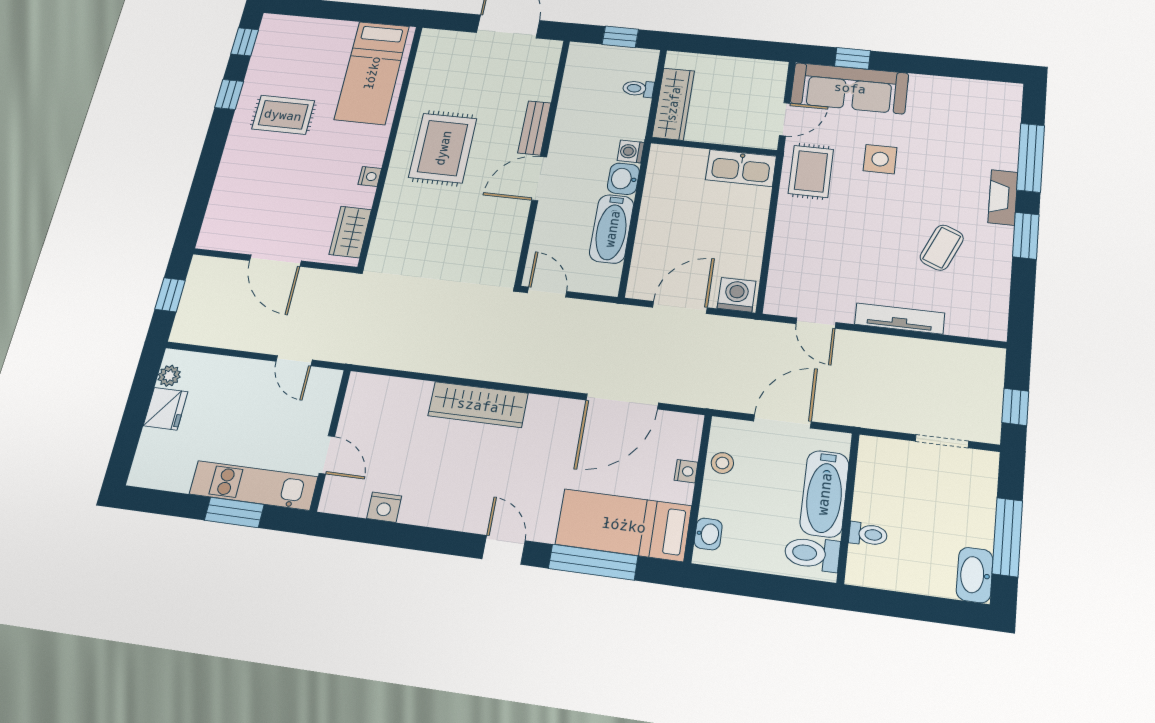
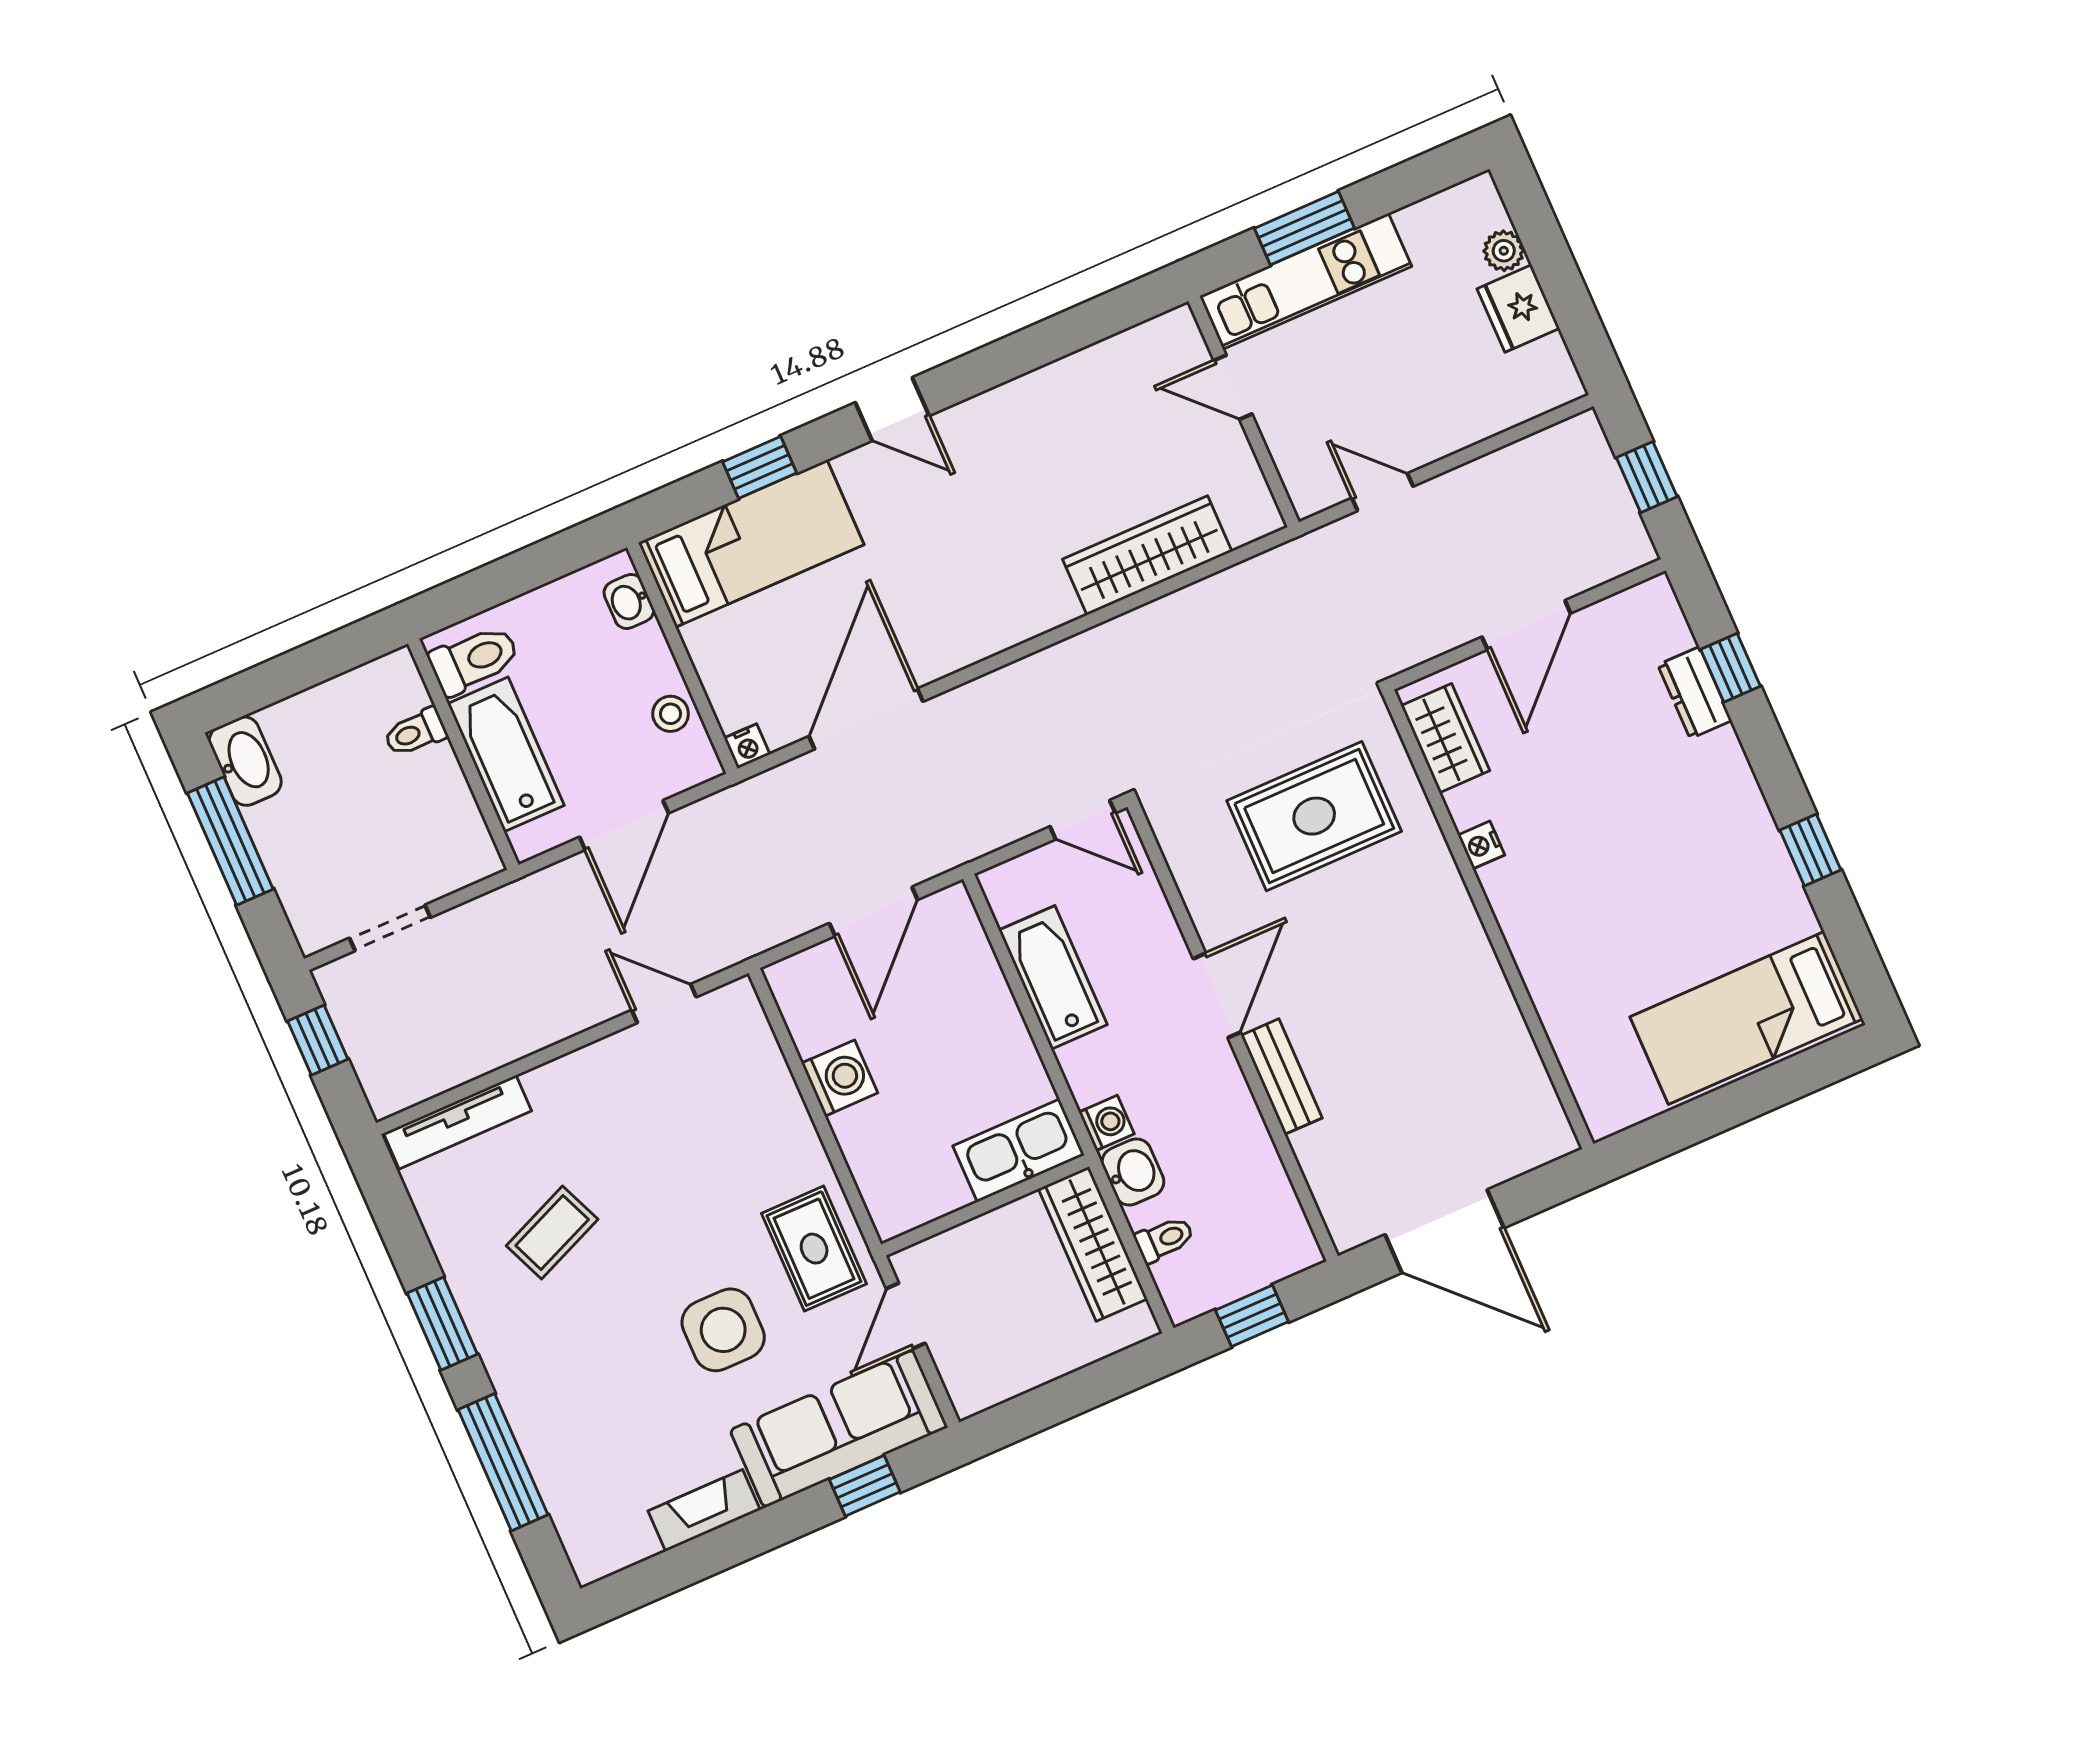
window: (245, 42) -> (1730, 668), moved
bed: (372, 73) -> (1746, 1018), moved, turned -90
rug: (283, 115) -> (1696, 867), removed
rug: (443, 148) -> (1314, 816), moved, turned 90
side table: (880, 159) -> (723, 1330), width x1.37, depth x1.37
kitchen sink: (741, 168) -> (1019, 1151), moved
washbasin: (623, 179) -> (1133, 1172), moved
dresser: (225, 188) -> (1695, 693), added
fireplace: (1003, 197) -> (704, 1510), moved, turned -90
coffee table: (942, 248) -> (552, 1233), turned 44
door: (275, 261) -> (1526, 625), swing flipped
washing machine: (737, 295) -> (840, 1078), moved, turned -90
tv unit: (900, 319) -> (458, 1122), moved
plant: (169, 376) -> (1504, 251), moved
wardrobe: (478, 405) -> (1147, 555), moved
nightstand: (686, 471) -> (747, 746), moved, turned -90
nightstand: (384, 507) -> (1098, 365), removed
window: (593, 562) -> (760, 467), width x0.46

